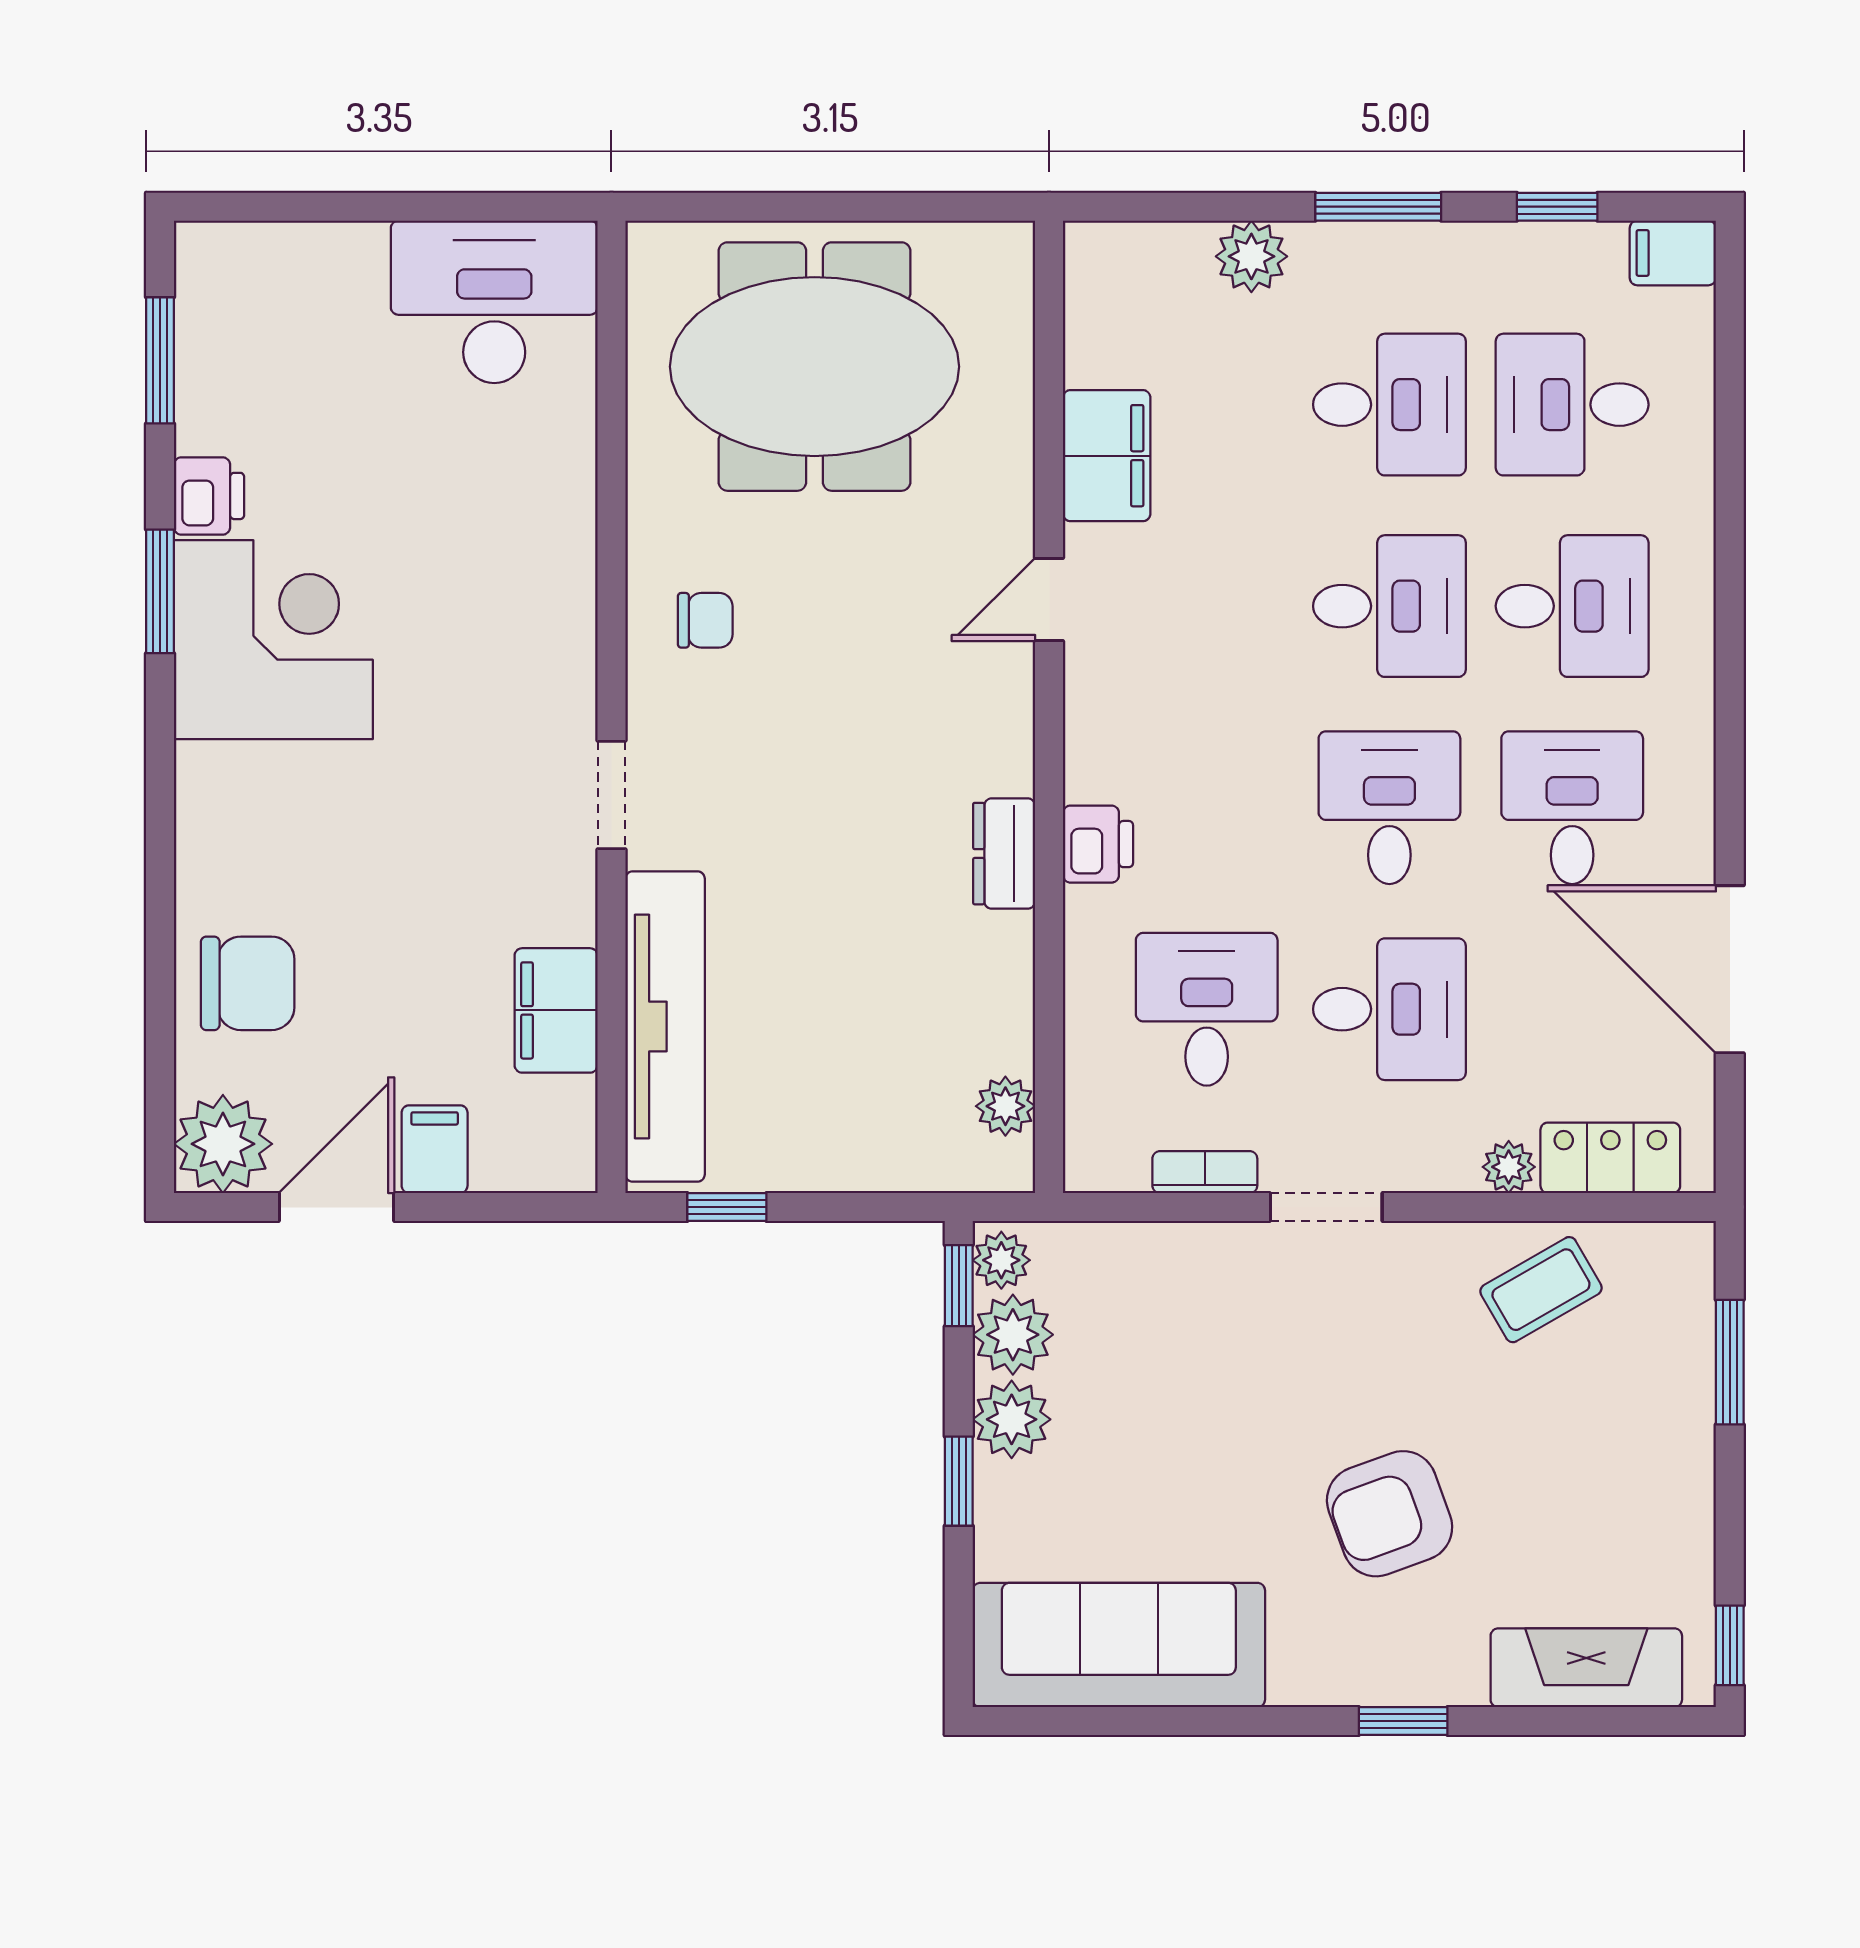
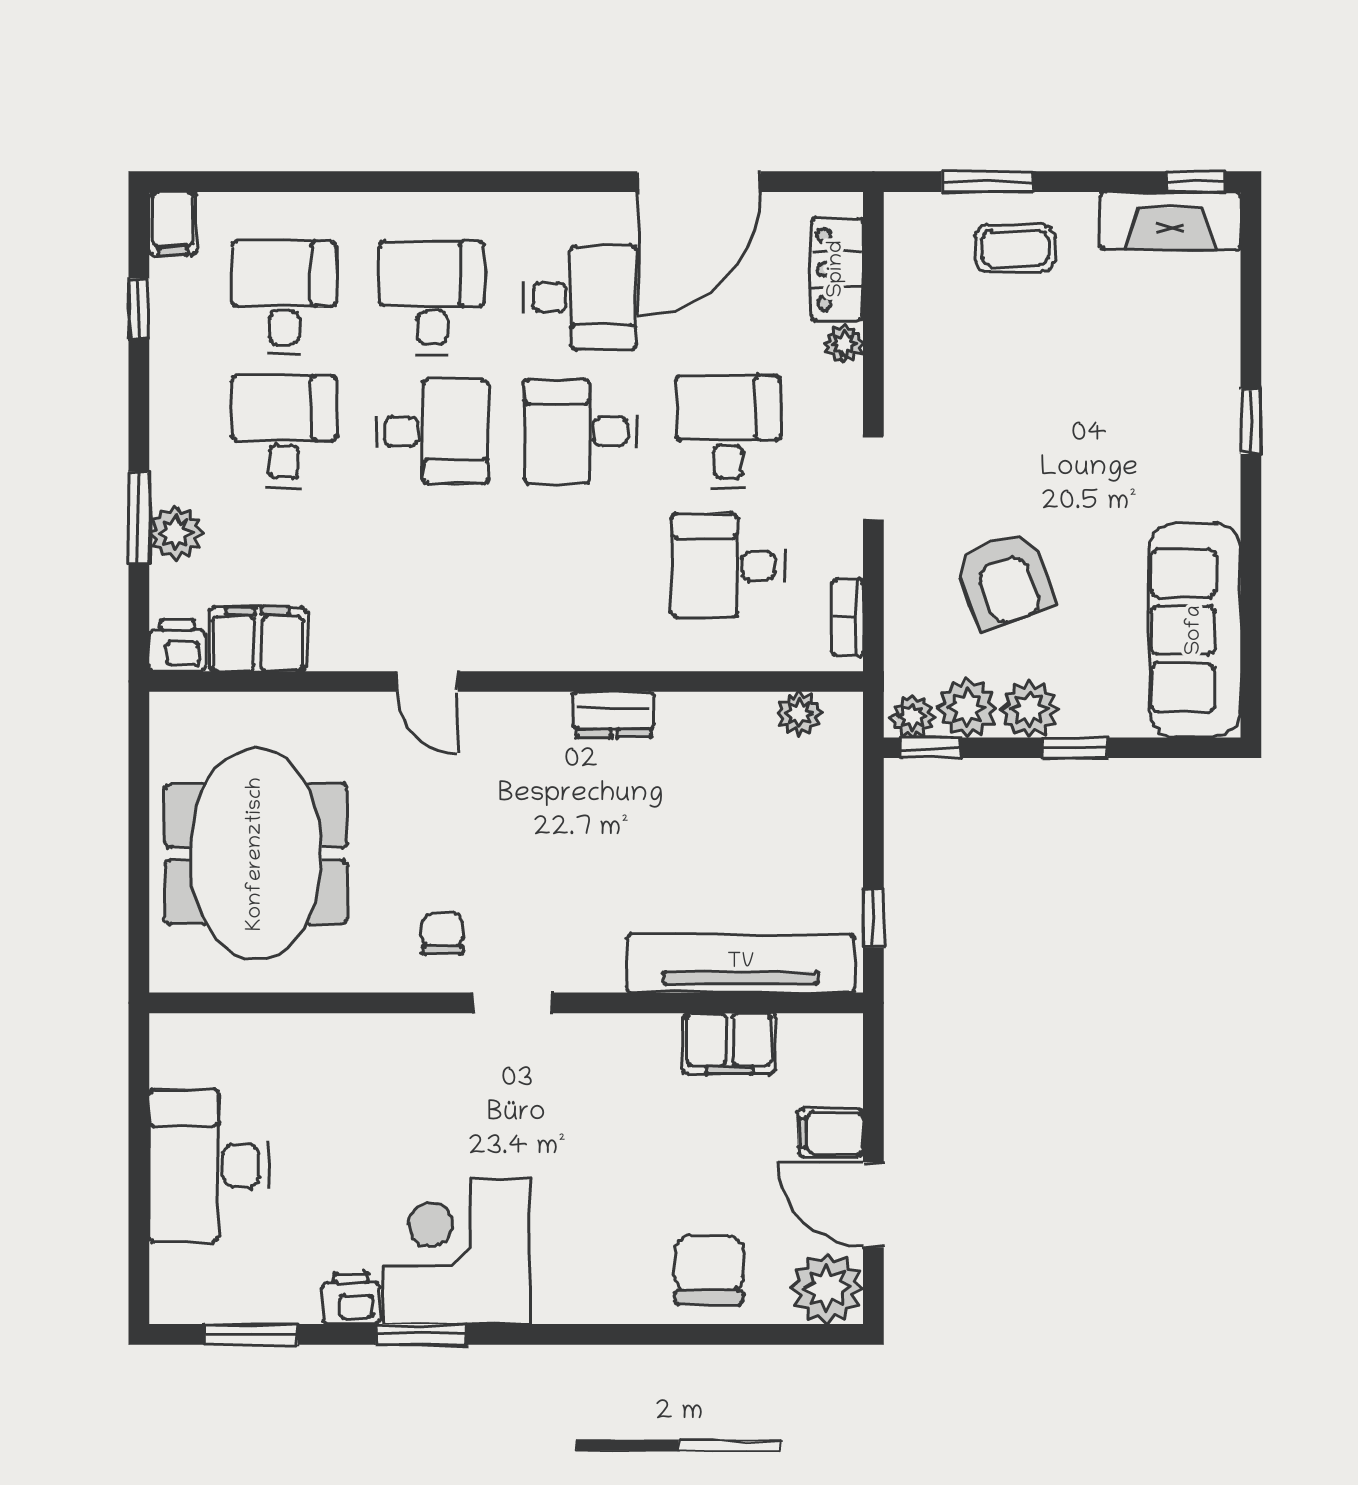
window: (1378, 207) -> (139, 518), moved
desk: (494, 302) -> (209, 1166), moved
desk: (1572, 405) -> (284, 297), turned 180
filing cabinet: (1107, 456) -> (258, 639), moved
desk: (1389, 606) -> (432, 432), turned 90
doorway: (611, 795) -> (513, 1003), moved
desk: (1572, 808) -> (580, 297), turned 180
printer: (1098, 844) -> (177, 646), moved
bookcase: (1205, 1172) -> (848, 617), moved
coffee table: (1541, 1290) -> (1015, 248), moved, turned -60
armchair: (1390, 1514) -> (1005, 580), moved
fireplace: (1586, 1668) -> (1170, 221), moved, turned -90

